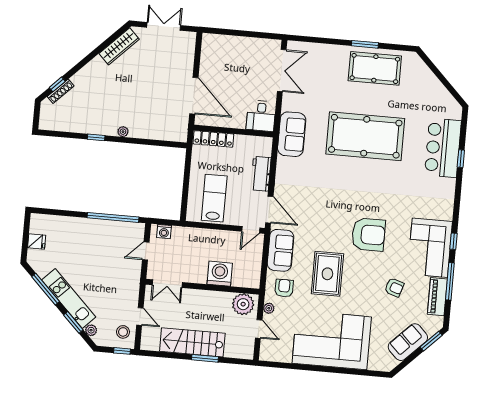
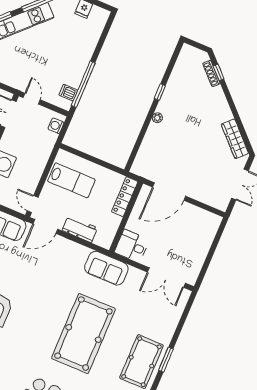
dishwasher: (127, 230) -> (68, 93), added
door: (146, 251) -> (32, 99), moved

